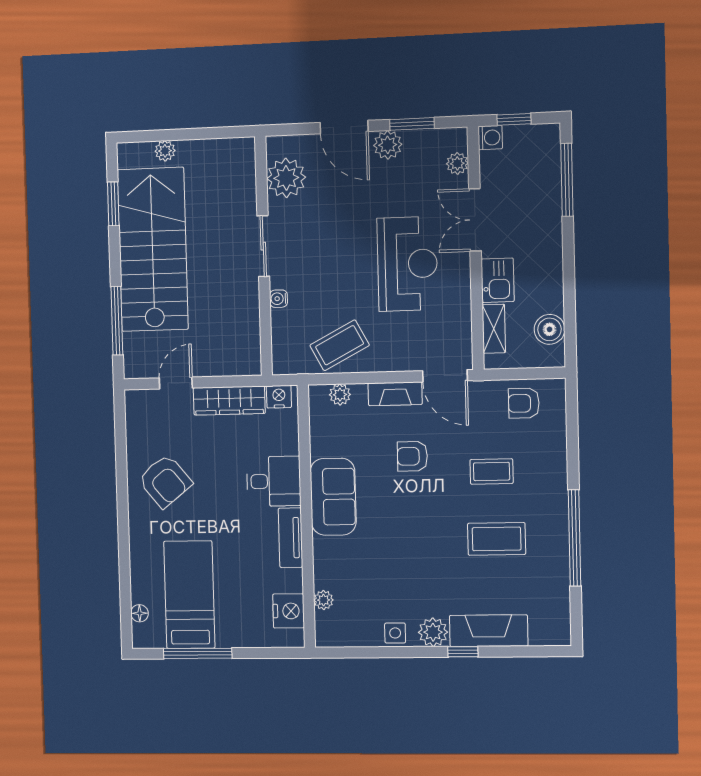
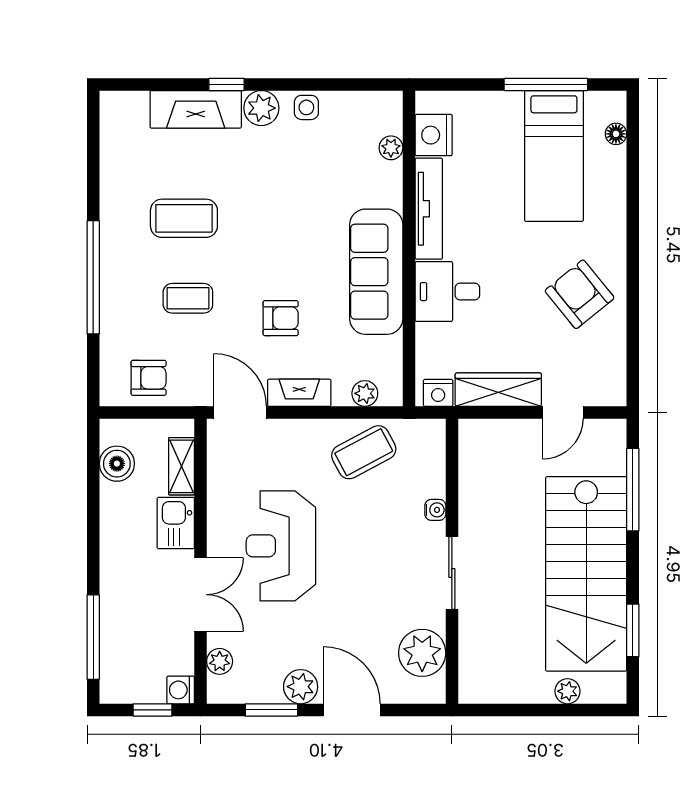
sofa: (333, 497) -> (376, 272), width x1.36
tv unit: (291, 538) -> (429, 209), width x1.41
window: (575, 538) -> (93, 277), moved

